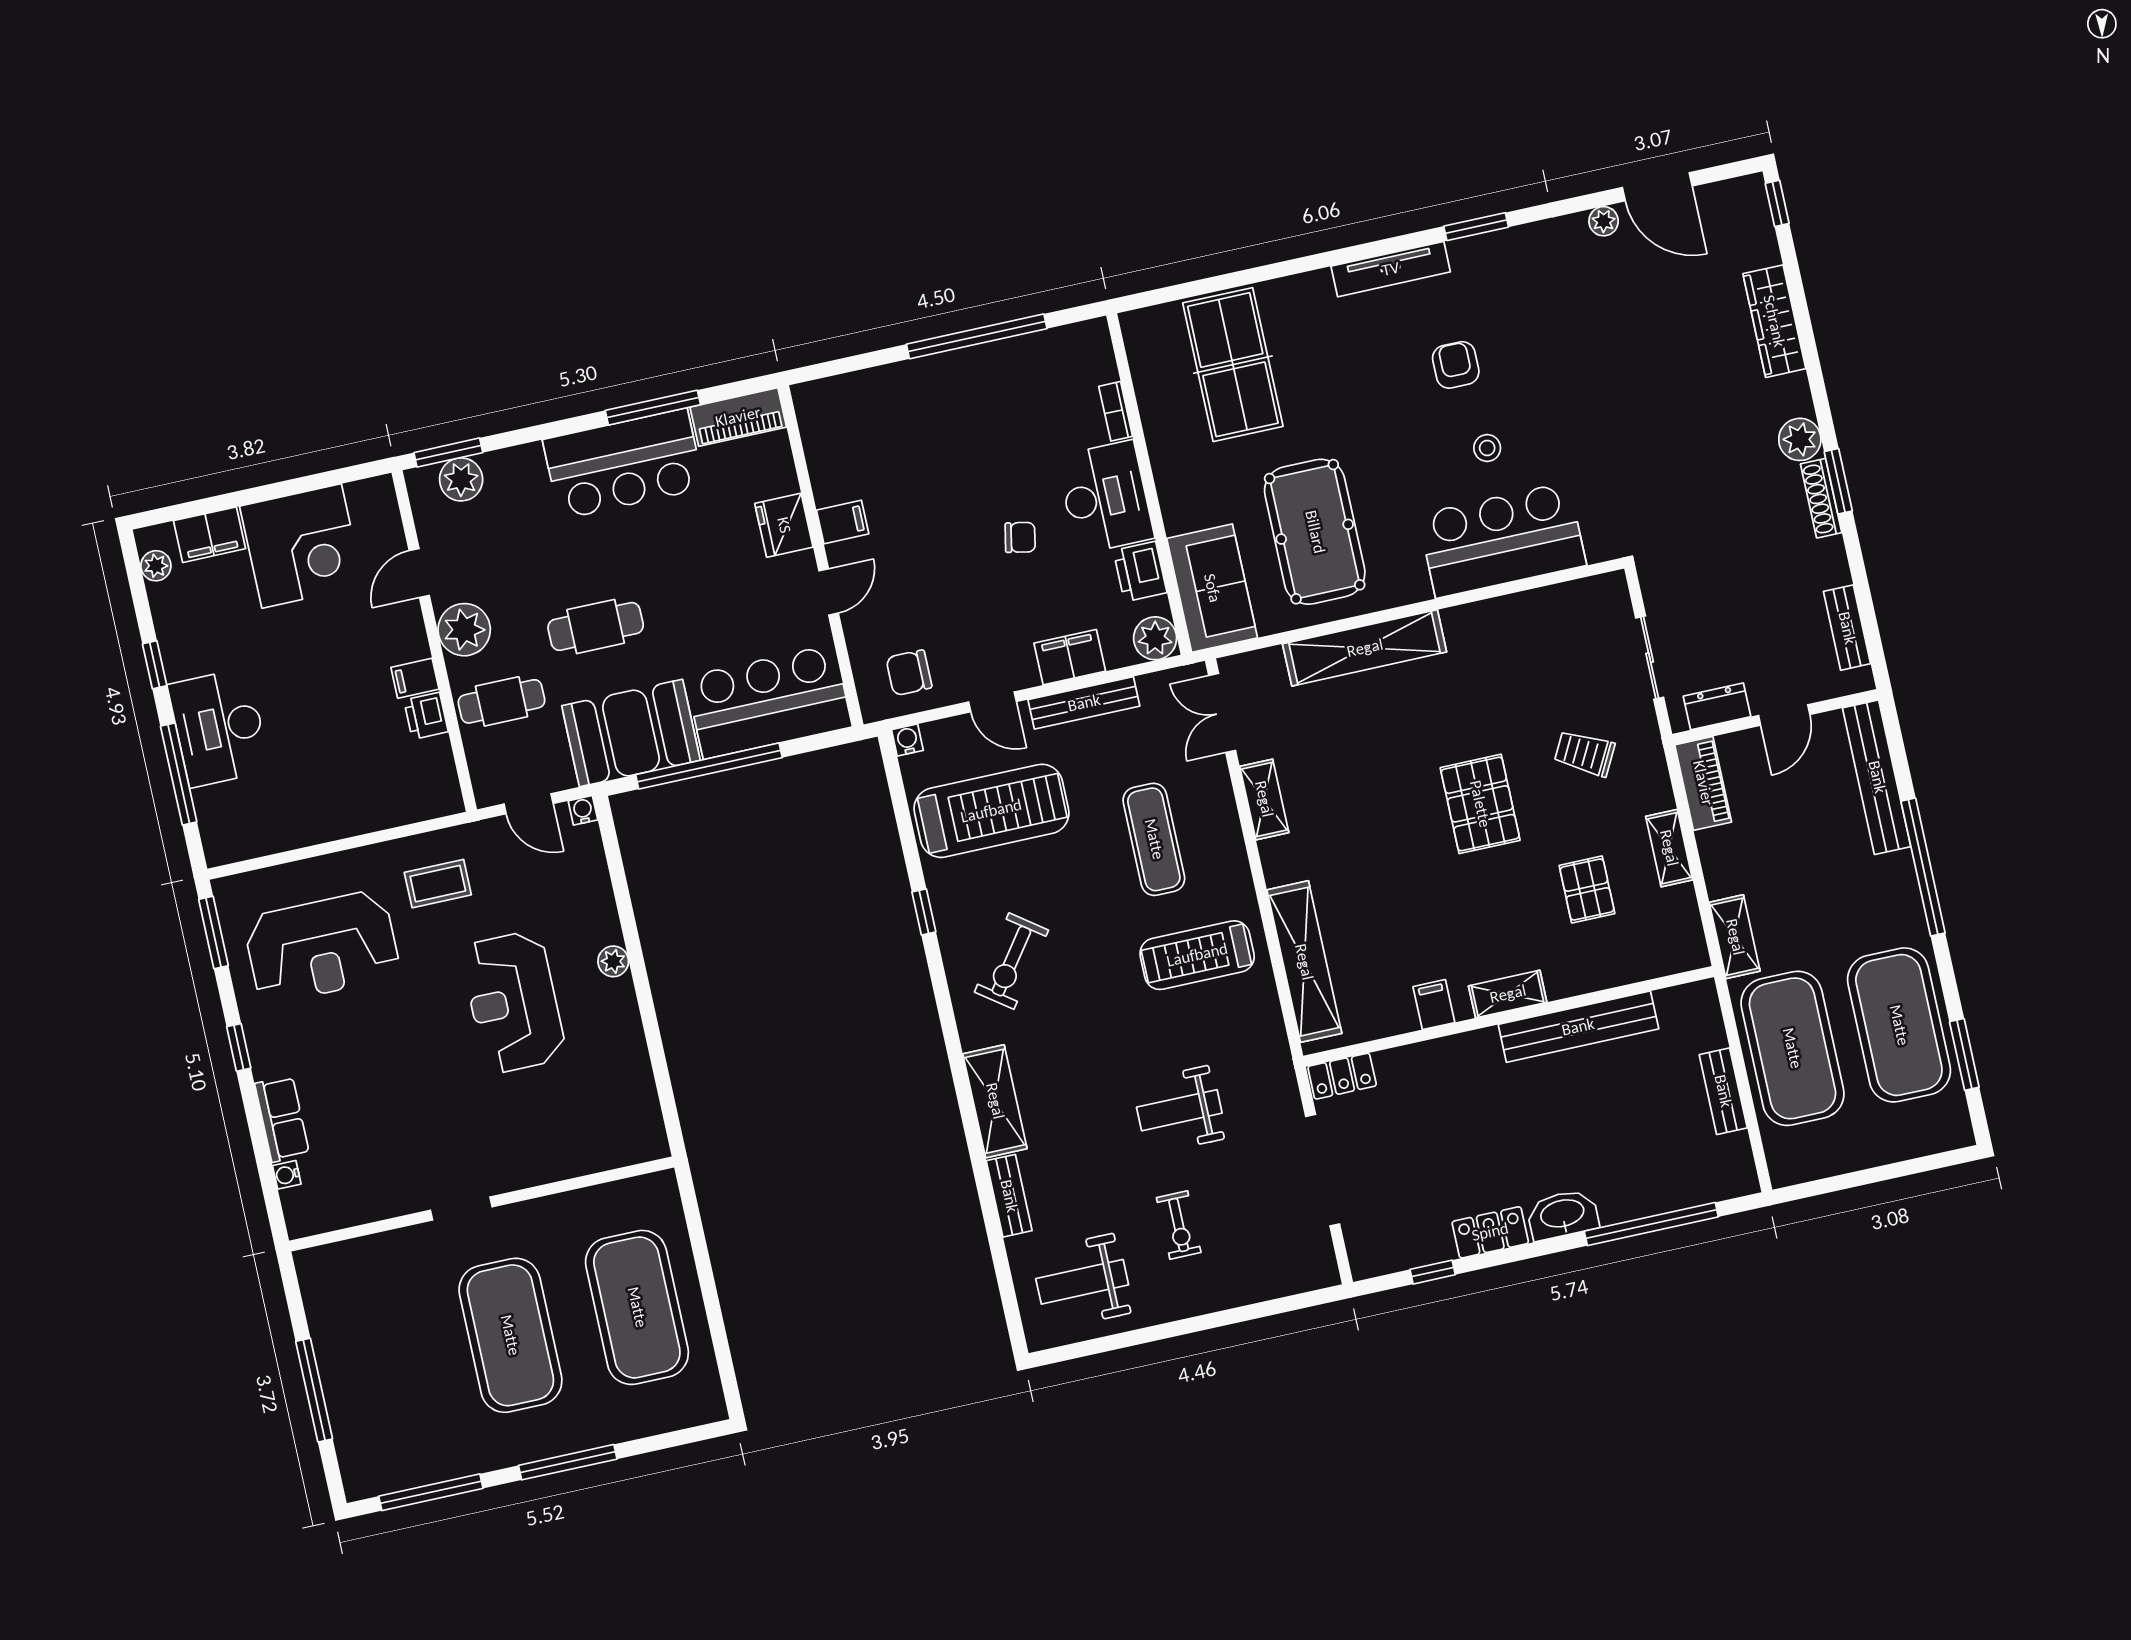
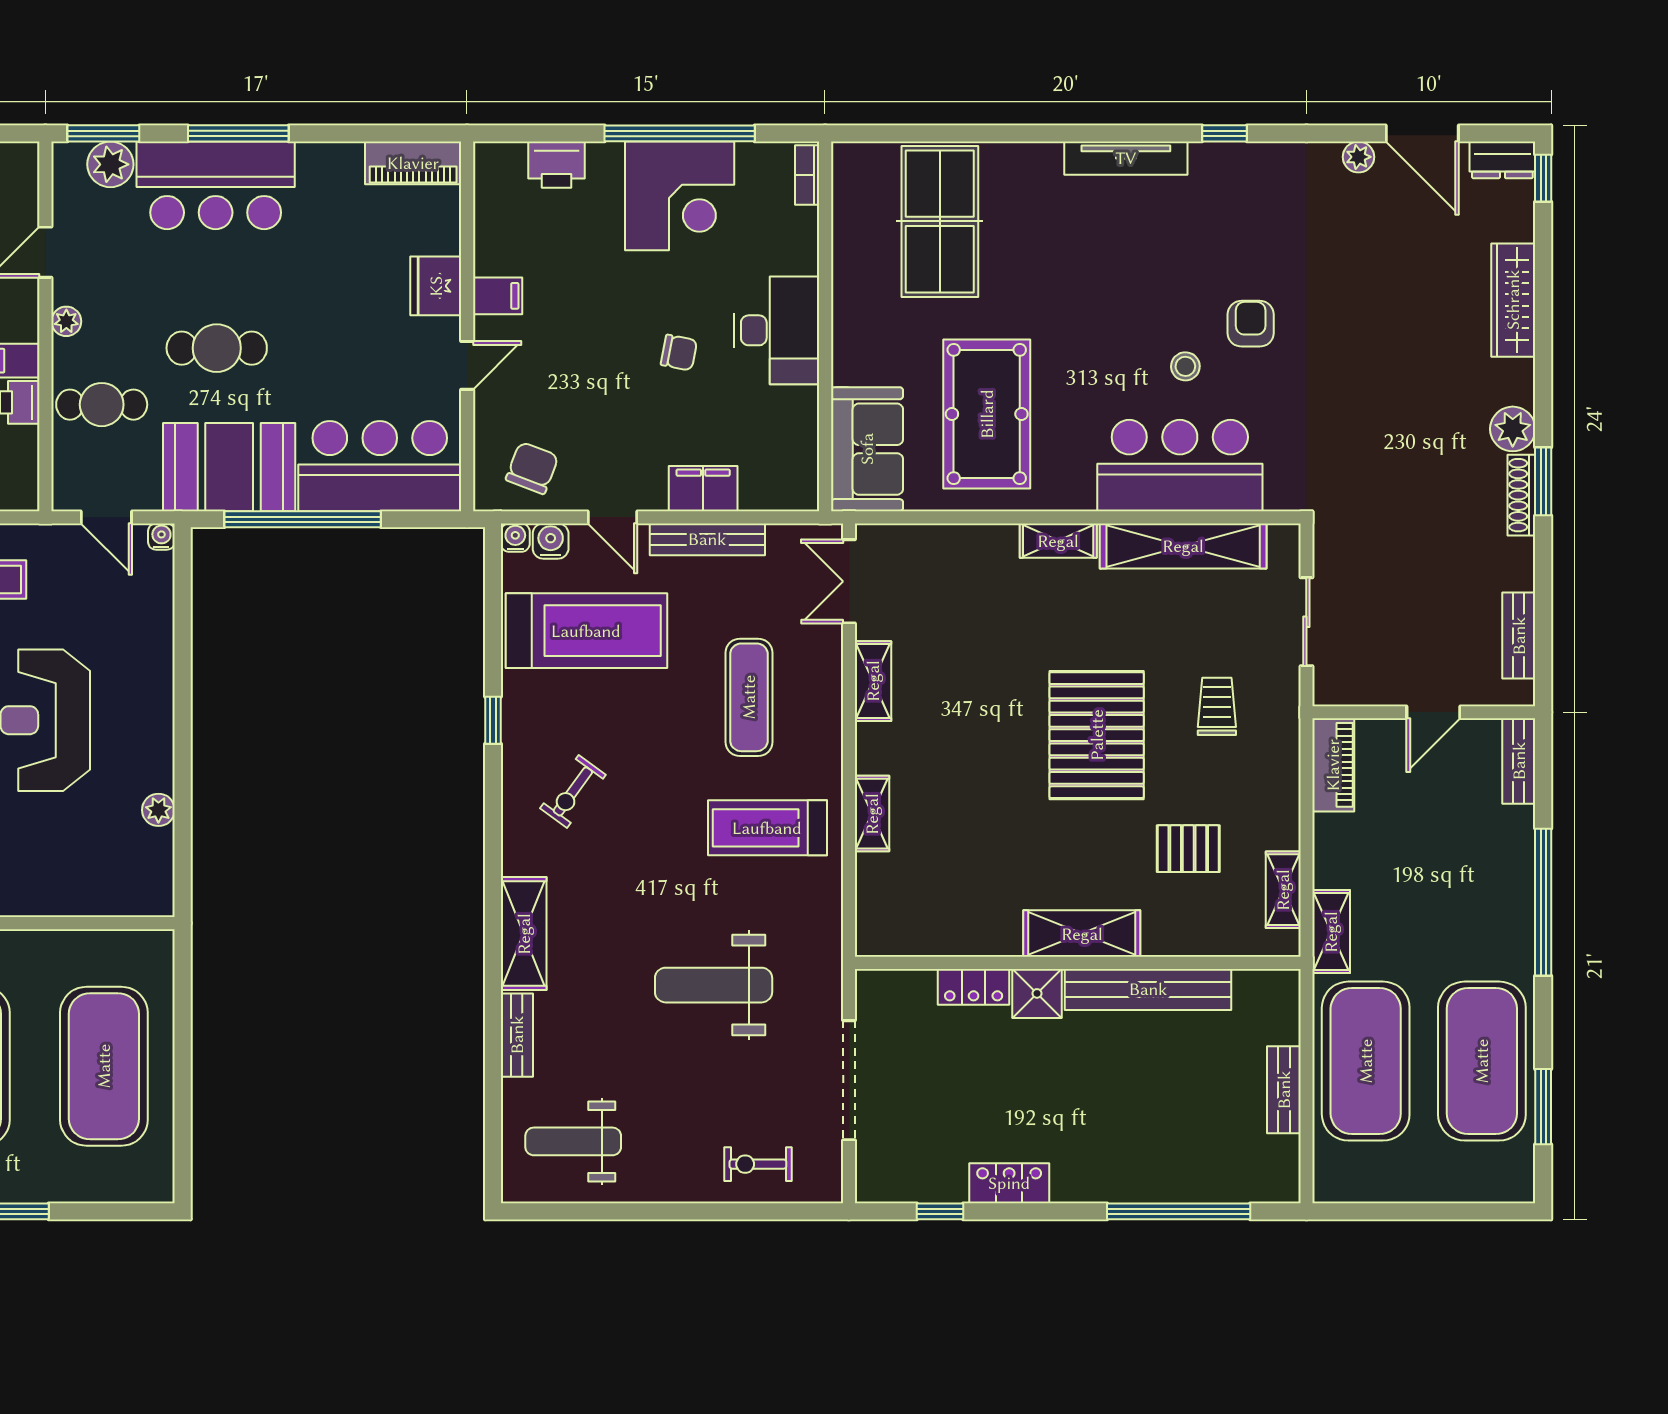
window: (1476, 227) -> (1225, 133), width x0.67
armchair: (1456, 365) -> (1251, 324), moved
corner desk: (989, 394) -> (680, 196), added
window: (653, 408) -> (238, 133), moved
bookcase: (1116, 411) -> (807, 175), moved
bar counter: (623, 464) -> (216, 185), moved
printer: (1140, 572) -> (557, 165), moved, turned -90
shelving: (1521, 613) -> (1183, 546), added
plant: (464, 630) -> (66, 321), width x0.53, depth x0.53
plant: (1155, 638) -> (796, 488), removed
shelving: (1365, 648) -> (1058, 541), width x0.45, depth x0.75
chair: (909, 673) -> (532, 468), turned 111
dresser: (1717, 706) -> (1502, 160), moved, turned 180
water cooler: (941, 736) -> (551, 541), added
trolley: (1585, 753) -> (1217, 706), turned 62
bench: (1877, 777) -> (1519, 761), width x0.54, depth x0.82
pallet: (1480, 804) -> (1097, 735), width x1.37, depth x1.41
shelving: (1669, 848) -> (1283, 890), moved
pallet: (1587, 890) -> (1188, 849), turned 90
plant: (613, 961) -> (158, 810), moved
exercise bike: (1011, 961) -> (573, 791), width x0.73, depth x0.72
shelving: (1304, 962) -> (872, 814), width x0.45, depth x0.75
shelving: (1508, 994) -> (1082, 934), width x1.50, depth x1.33
filing cabinet: (1434, 1005) -> (1003, 933), removed
shower: (1478, 1053) -> (1037, 993), added
locker: (1342, 1076) -> (974, 987), moved
weight bench: (1179, 1110) -> (714, 985), width x1.36, depth x1.33
washbasin: (1563, 1215) -> (1088, 1181), removed
exercise bike: (1179, 1225) -> (758, 1164), moved, turned 90

